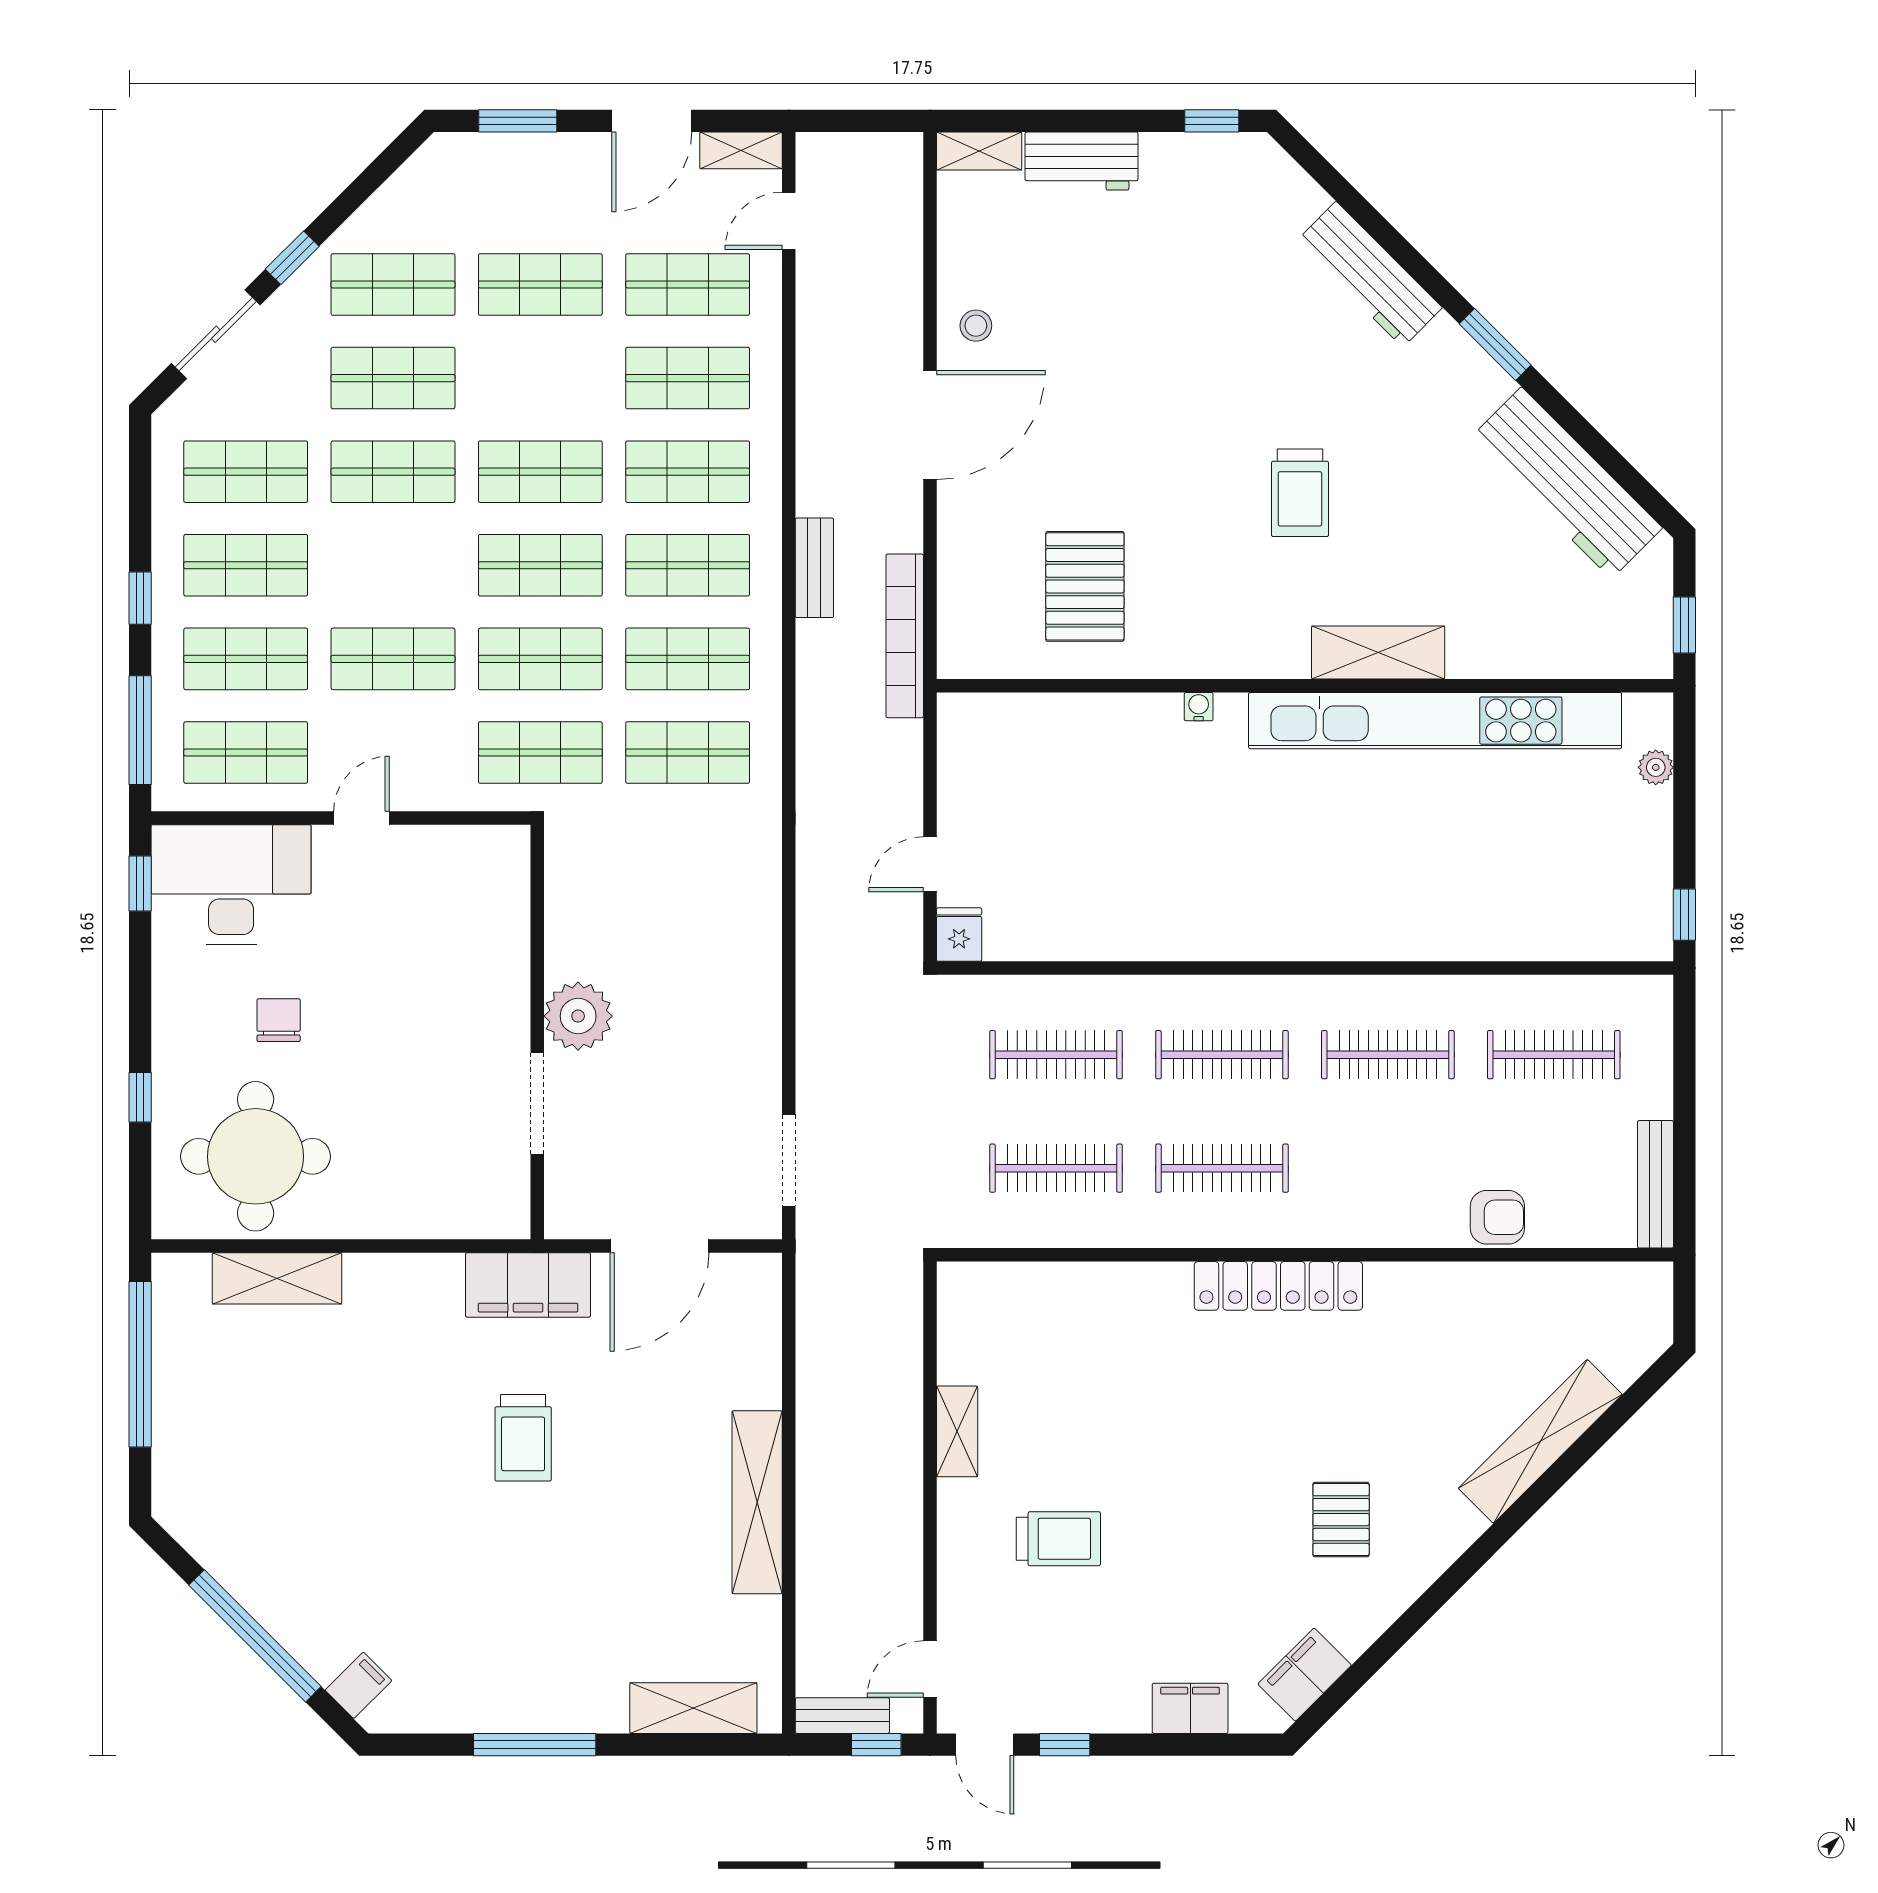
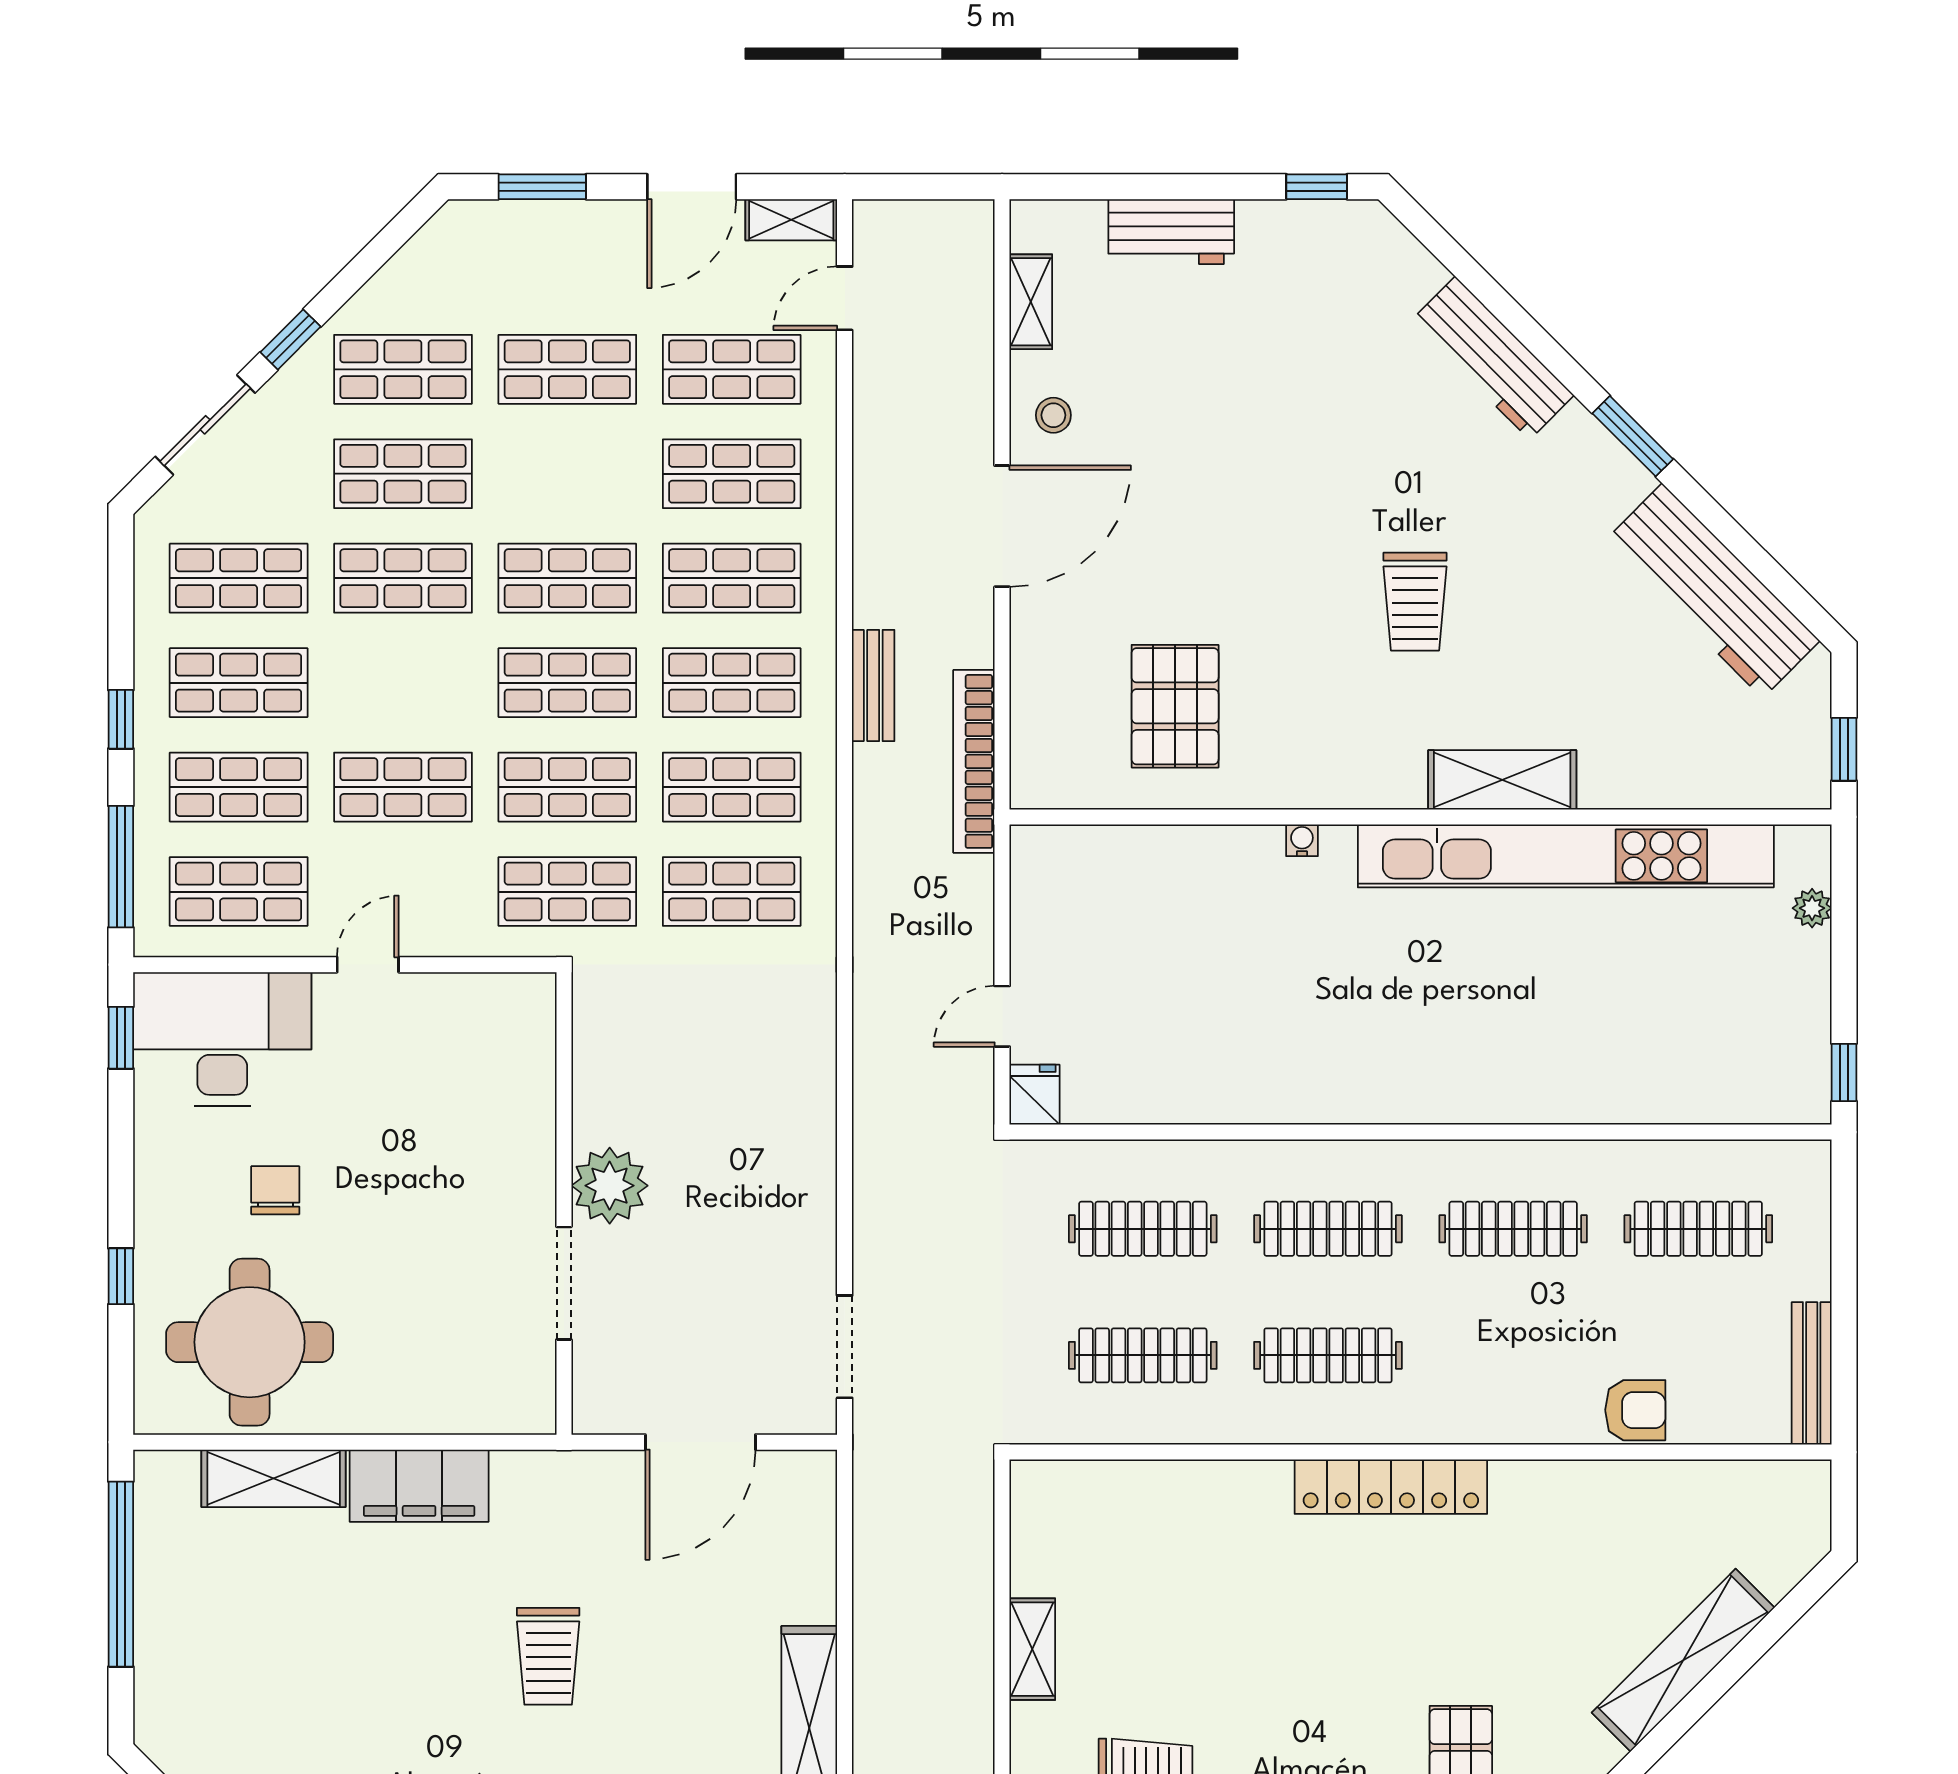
shelving: (979, 151) -> (1031, 302), moved, turned 90
filing cabinet: (528, 1285) -> (419, 1486), moved

